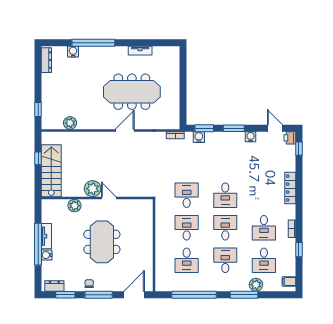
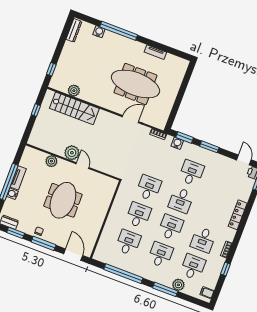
door: (125, 131) -> (130, 119), moved
water cooler: (251, 137) -> (221, 159), removed
desk: (225, 163) -> (191, 173), added
stairs: (51, 171) -> (74, 108), moved, turned 90
desk: (187, 260) -> (128, 243), turned 180
desk: (264, 260) -> (193, 267), turned 180
door: (134, 295) -> (73, 255), hinge flipped

